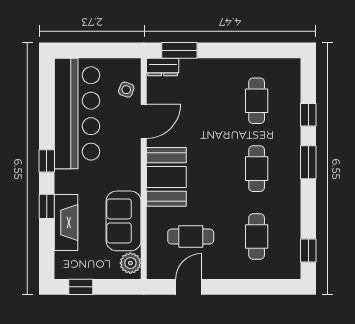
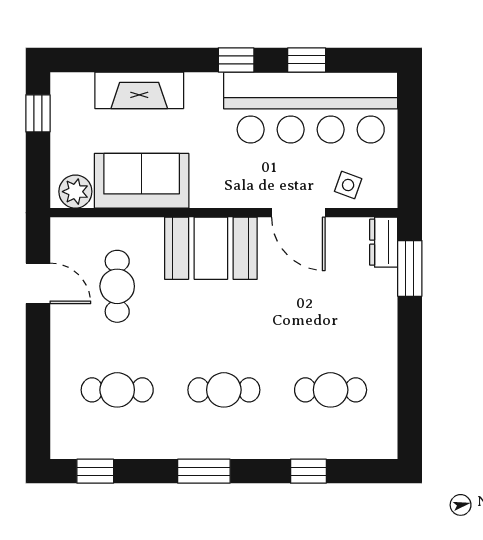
window: (308, 162) -> (204, 471), moved
window: (47, 206) -> (307, 60), moved

